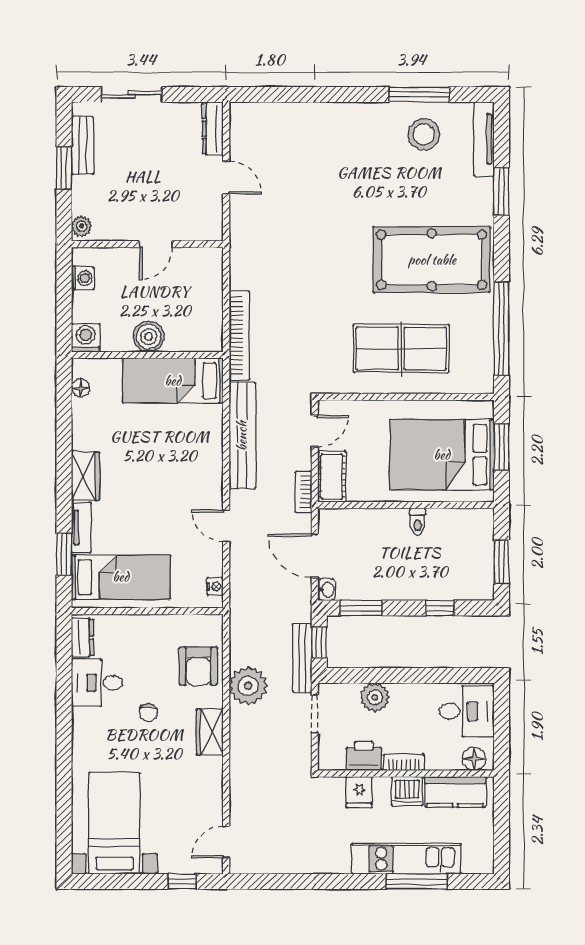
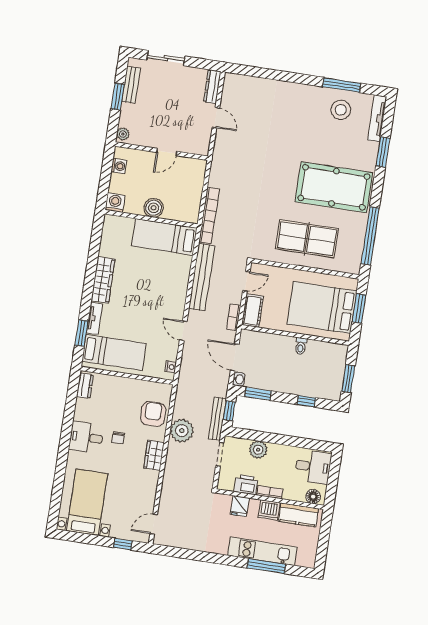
floor lamp: (81, 388) -> (107, 233), removed
wardrobe: (85, 476) -> (103, 280), width x1.50
armchair: (198, 666) -> (153, 414), turned 180
desk: (97, 683) -> (86, 437), moved

